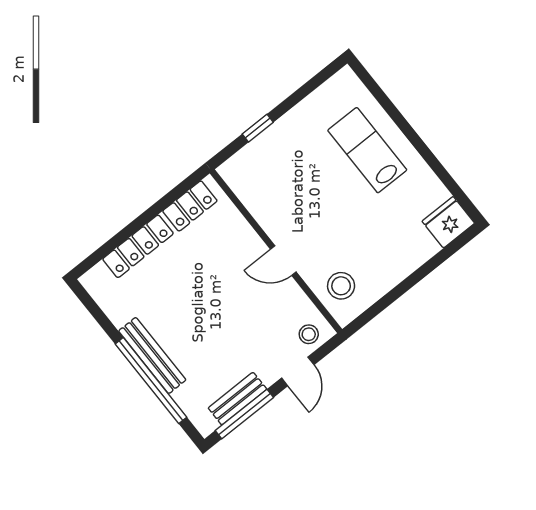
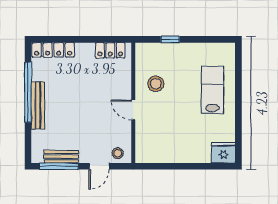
locker: (138, 246) -> (53, 50), moved
stool: (341, 286) -> (156, 84), moved
window: (151, 381) -> (28, 92), moved

